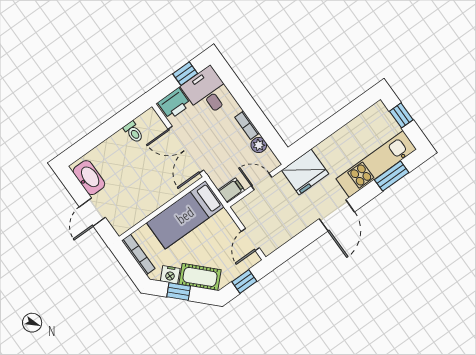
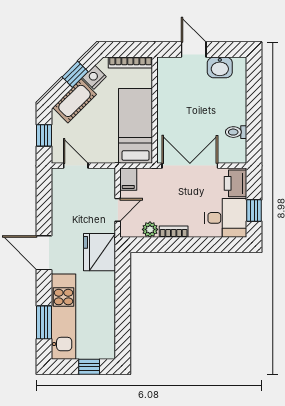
washbasin: (89, 178) -> (220, 67), width x0.72

